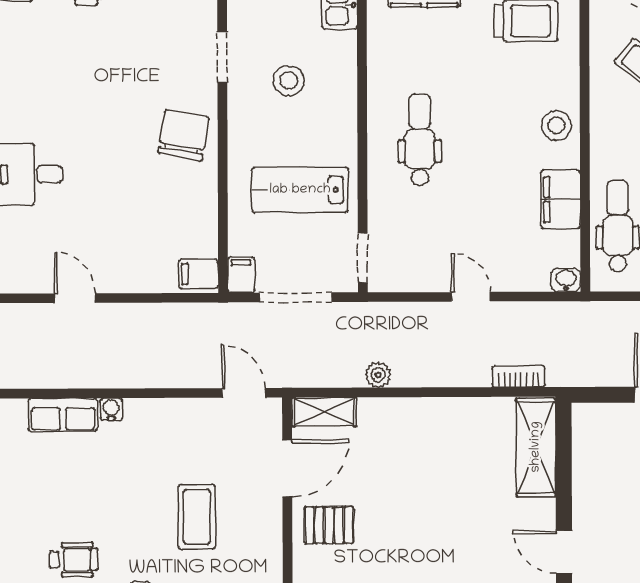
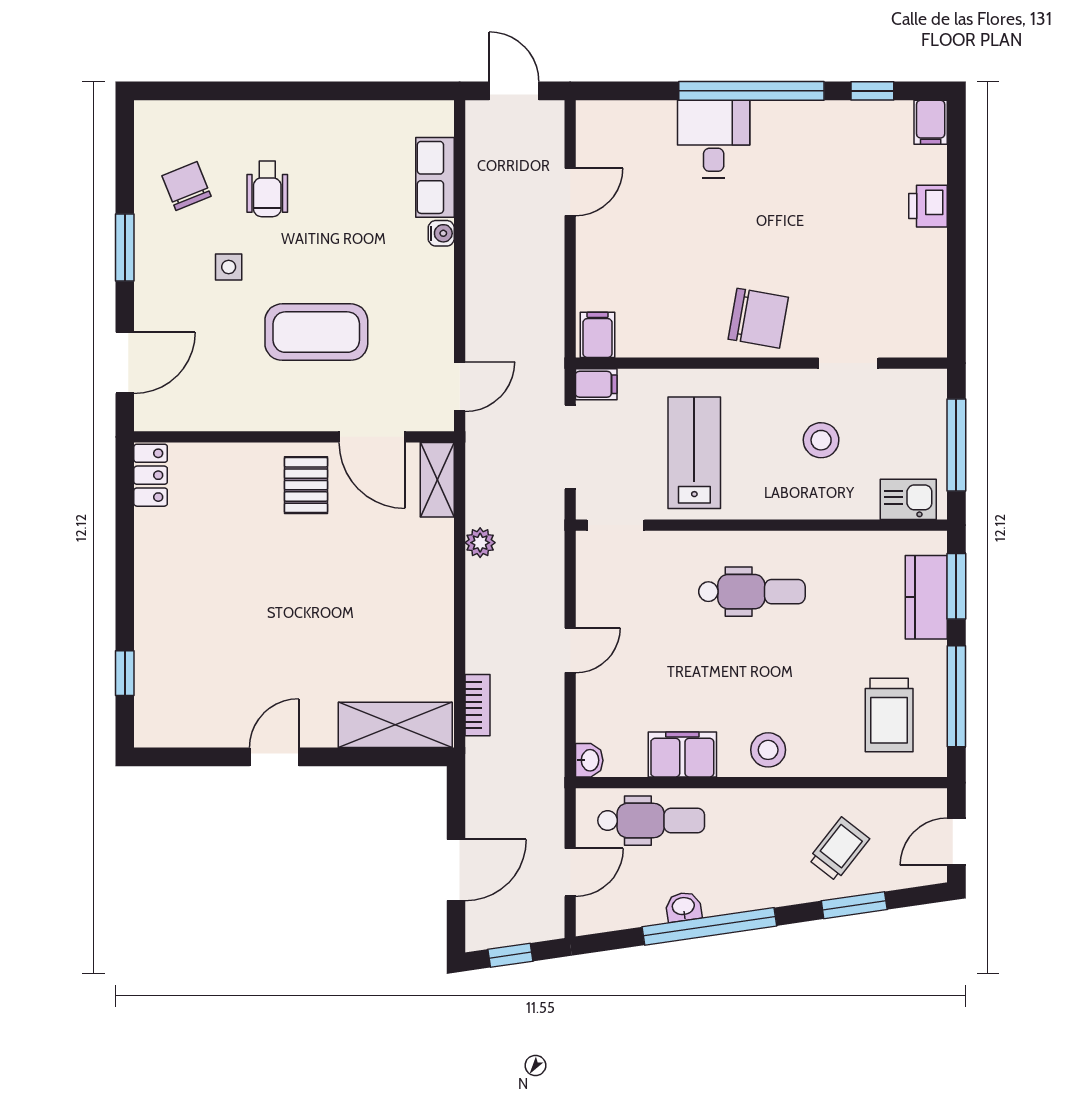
coffee table: (197, 517) -> (316, 332), width x1.36, depth x1.32

